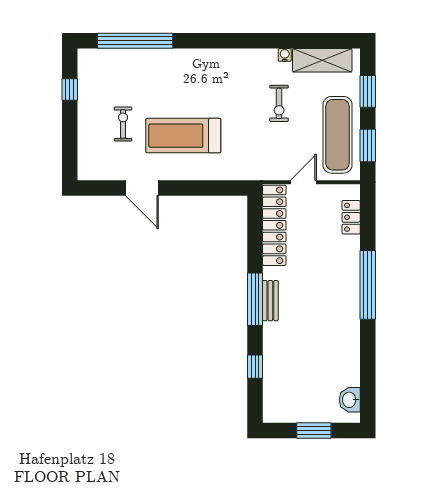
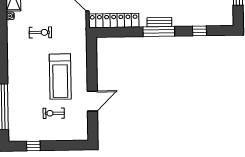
exercise bike: (279, 103) -> (40, 32), moved

